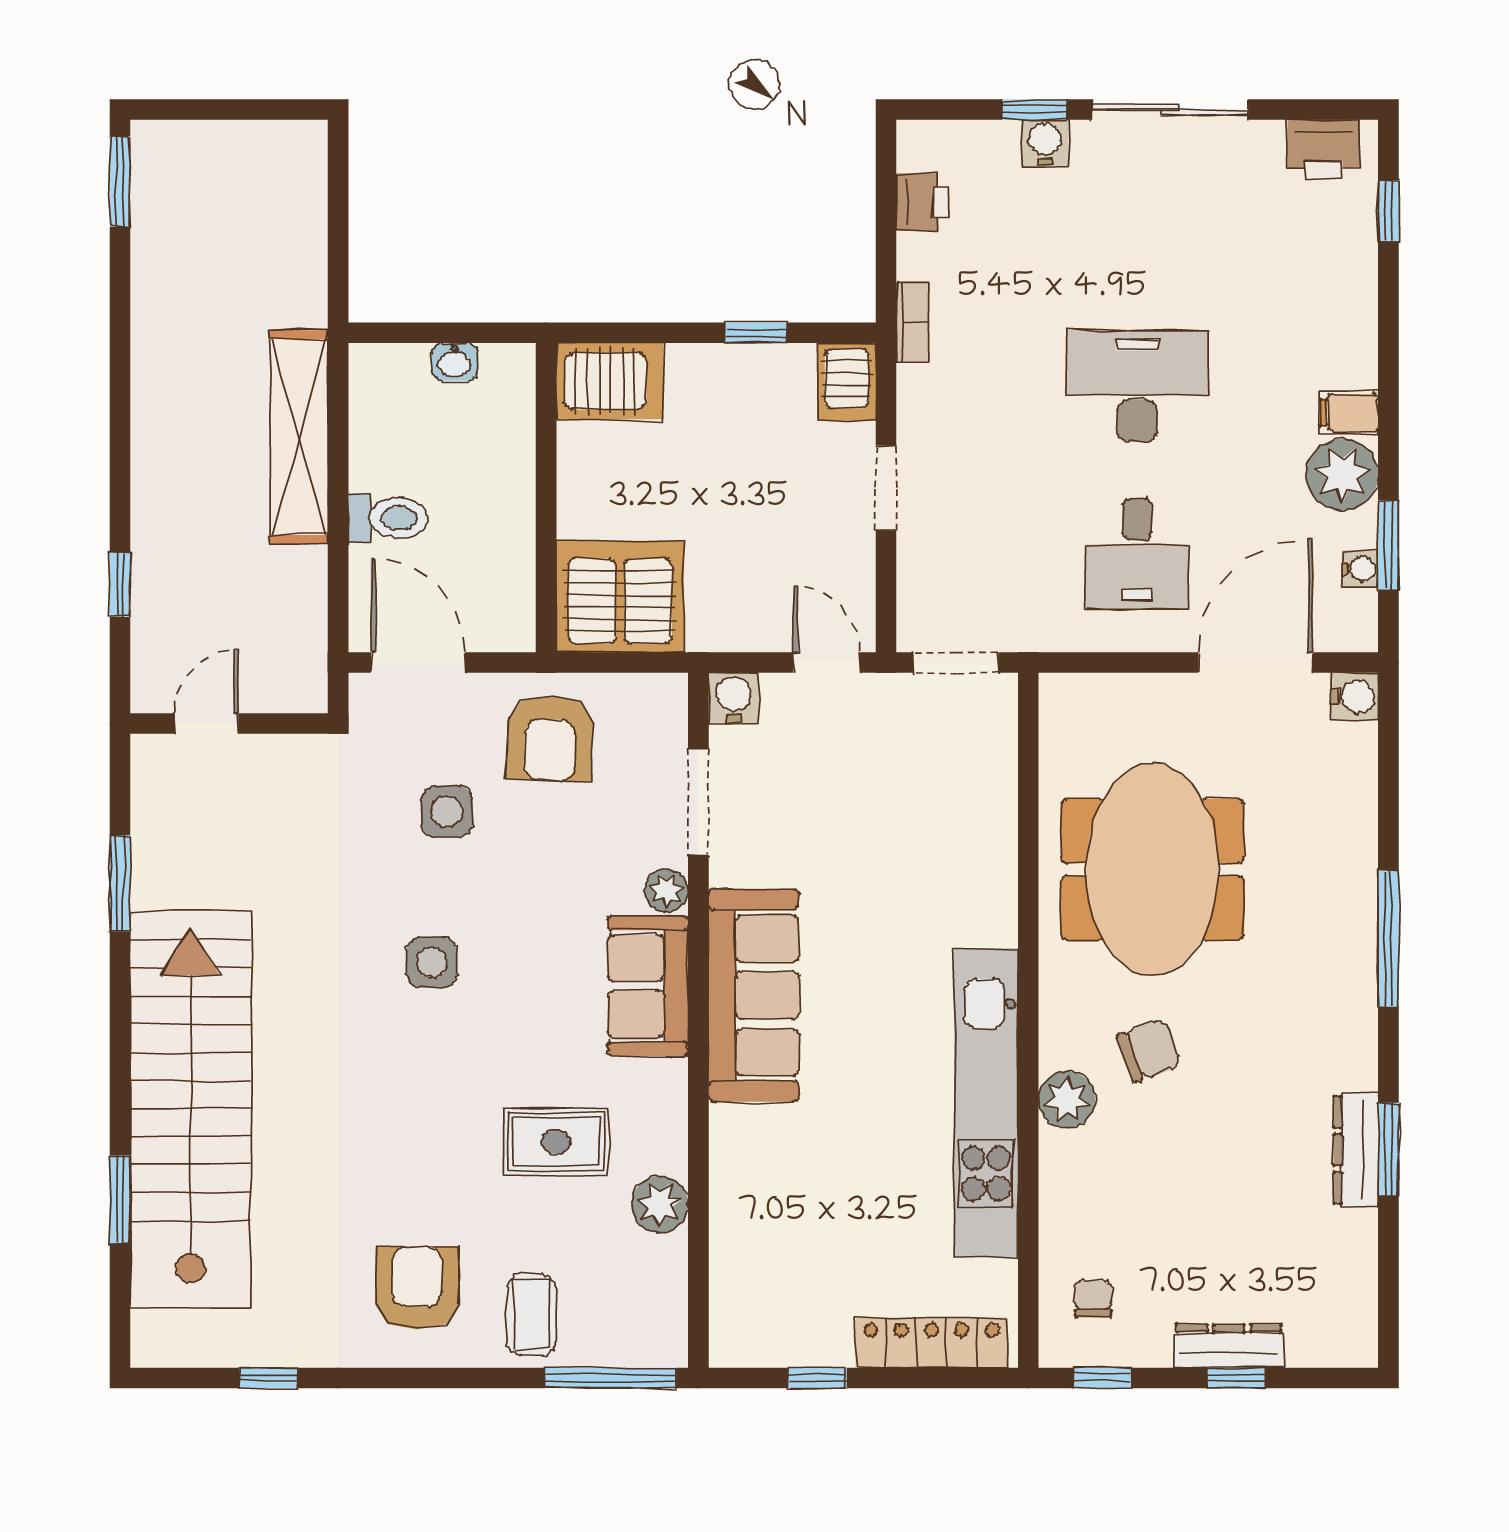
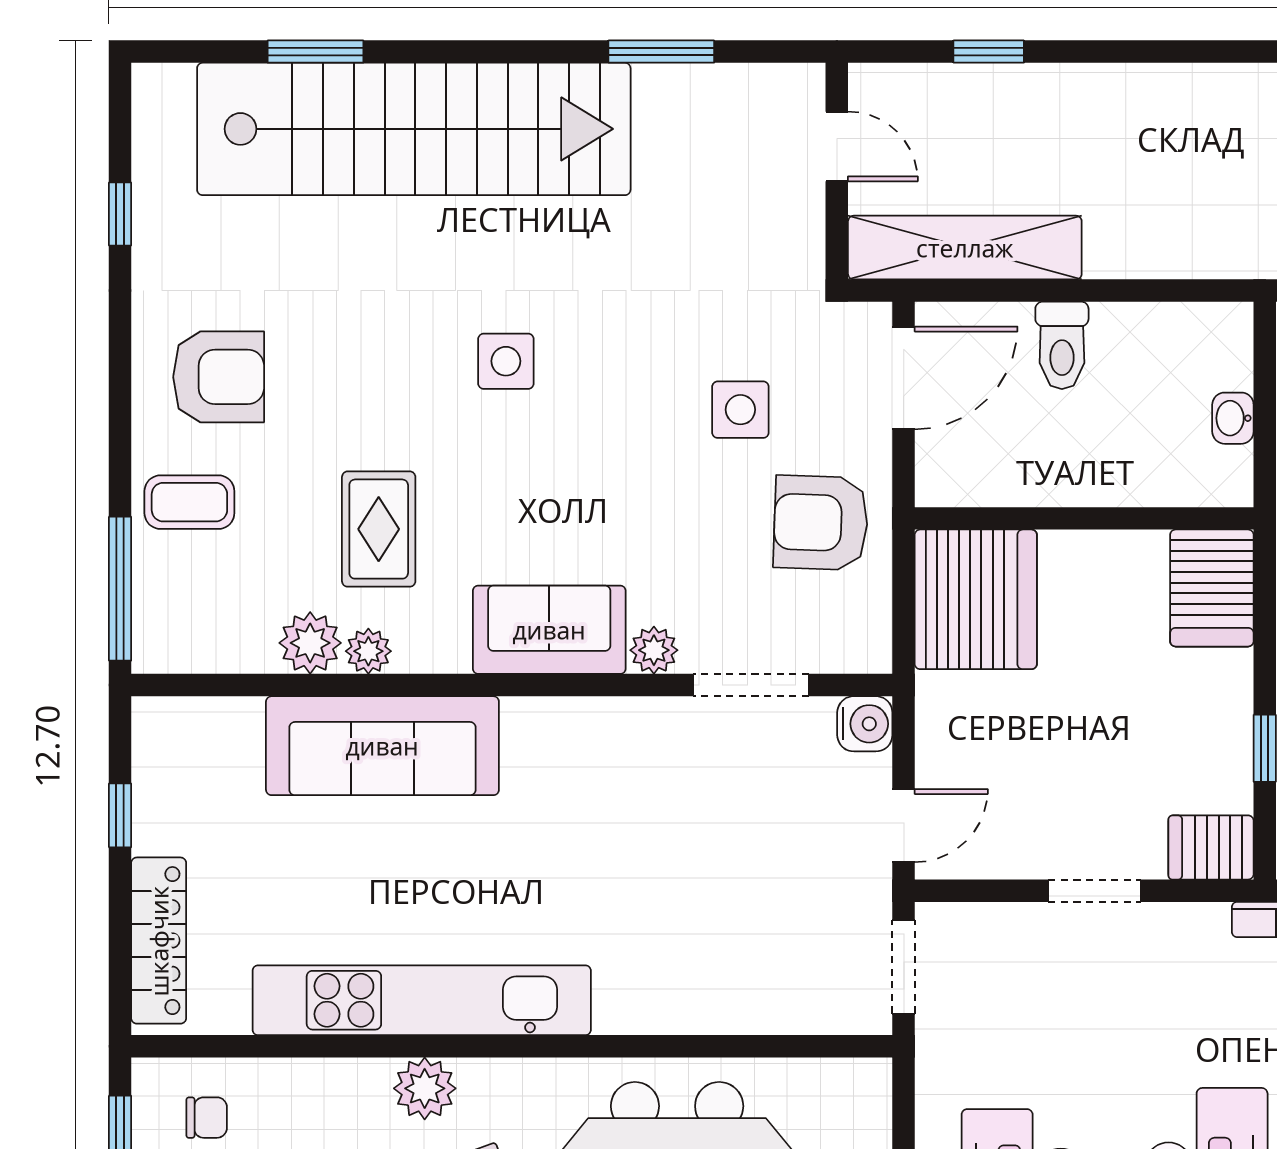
shelving: (299, 437) -> (965, 248), moved
side table: (432, 962) -> (506, 361), moved
sofa: (754, 995) -> (382, 746), moved
plant: (667, 1151) -> (368, 651), added

